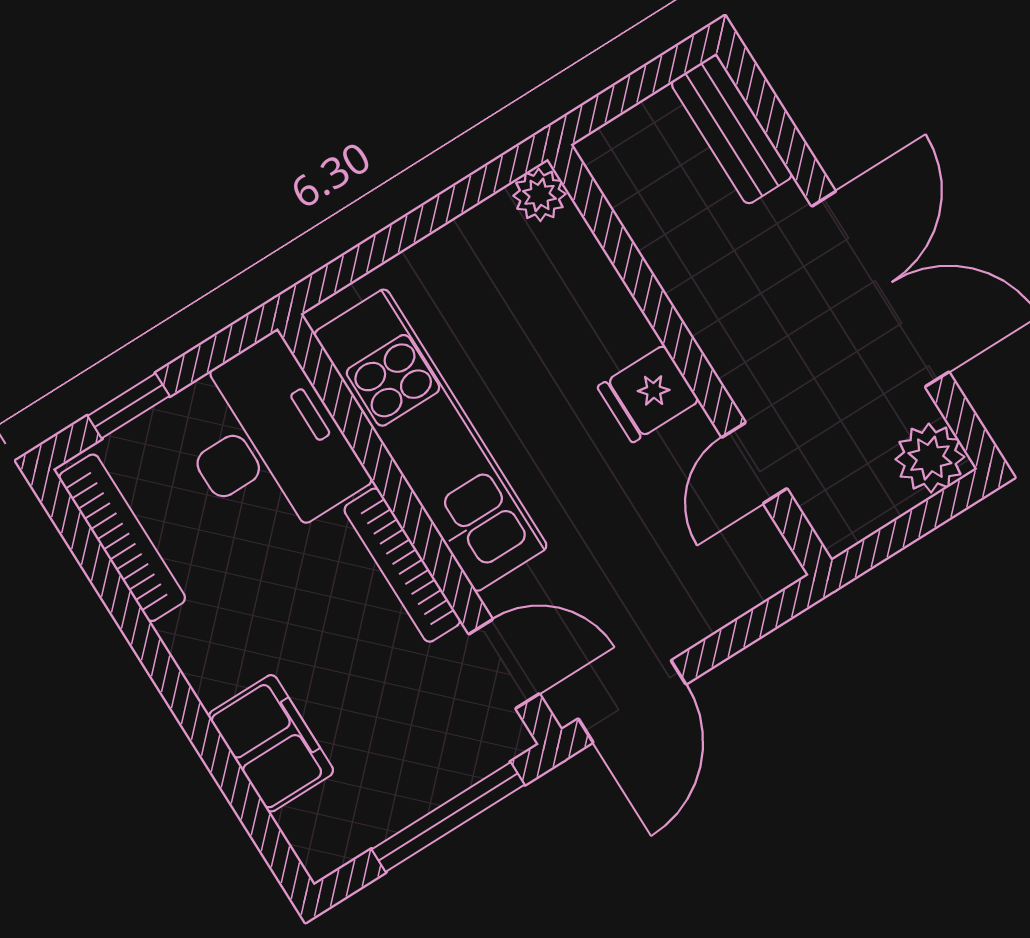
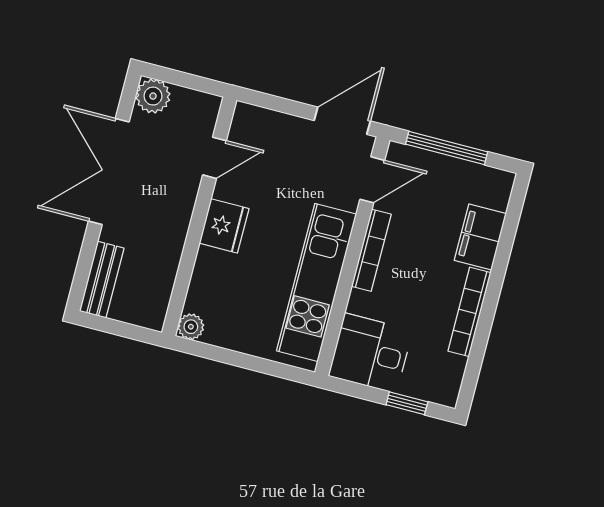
fridge: (648, 394) -> (224, 226), width x1.38
desk: (266, 443) -> (370, 353), width x0.73
bookcase: (122, 538) -> (469, 312), moved
door: (504, 664) -> (372, 180), swing flipped

